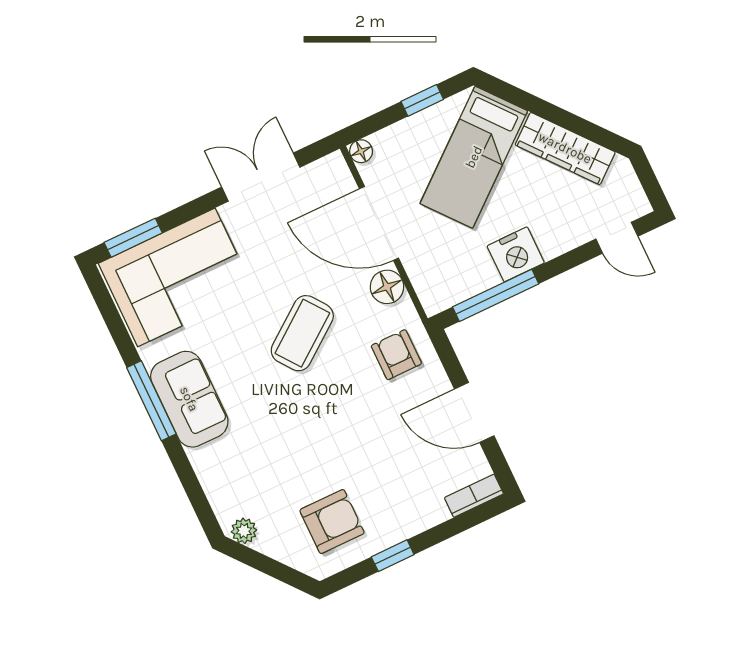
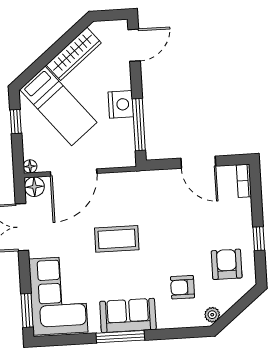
door: (617, 238) -> (134, 45), width x1.38
floor lamp: (387, 287) -> (34, 187), moved
coffee table: (302, 333) -> (117, 239), turned -53
armchair: (396, 355) -> (183, 287), moved
door: (474, 412) -> (198, 162), hinge flipped

